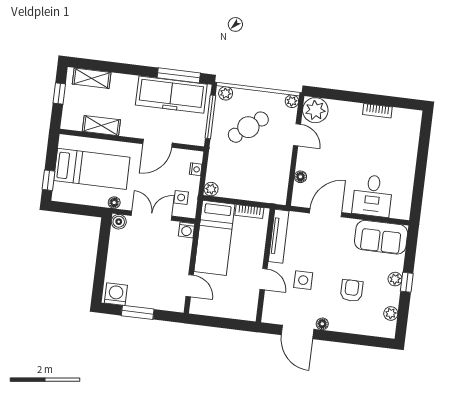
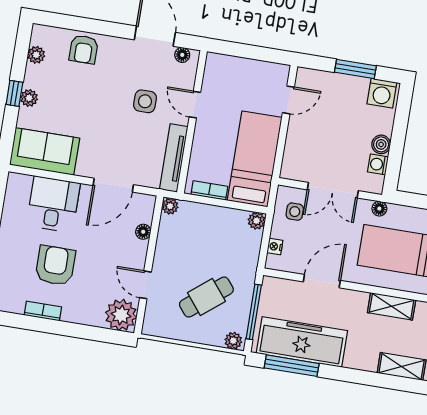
plant: (292, 101) -> (170, 206), moved
armchair: (369, 147) -> (55, 265), added
boiler: (119, 222) -> (381, 144), moved
washing machine: (187, 230) -> (378, 164), moved, turned -90
door: (190, 286) -> (288, 100), swing flipped
armchair: (352, 291) -> (84, 49), moved
floor lamp: (322, 324) -> (182, 55), moved

